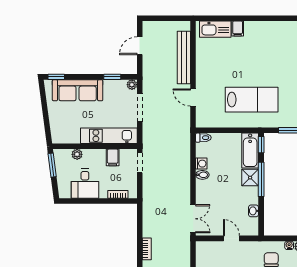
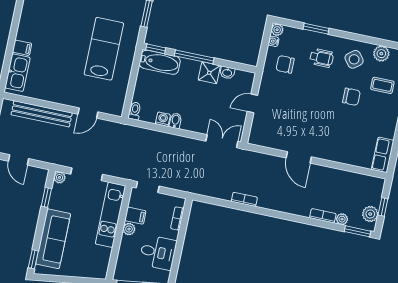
plant: (77, 154) -> (129, 229), moved
shower: (250, 178) -> (209, 73), moved

